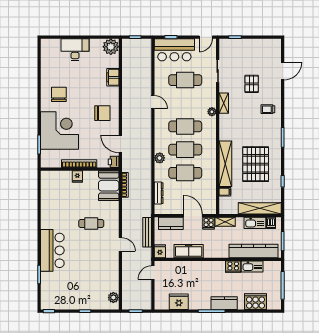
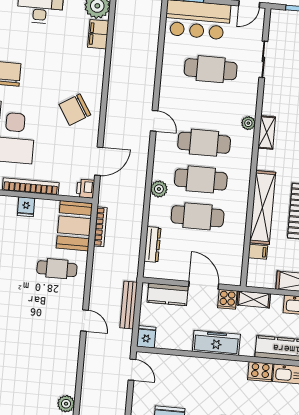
filing cabinet: (113, 77) -> (98, 34), moved
door: (153, 102) -> (154, 121), moved
shelving: (224, 103) -> (267, 133), moved
chair: (102, 113) -> (75, 110), turned 148
door: (120, 144) -> (99, 161), swing flipped
cafe table: (91, 224) -> (57, 269), moved
freezer: (189, 251) -> (216, 343), moved
door: (153, 273) -> (132, 370), swing flipped

